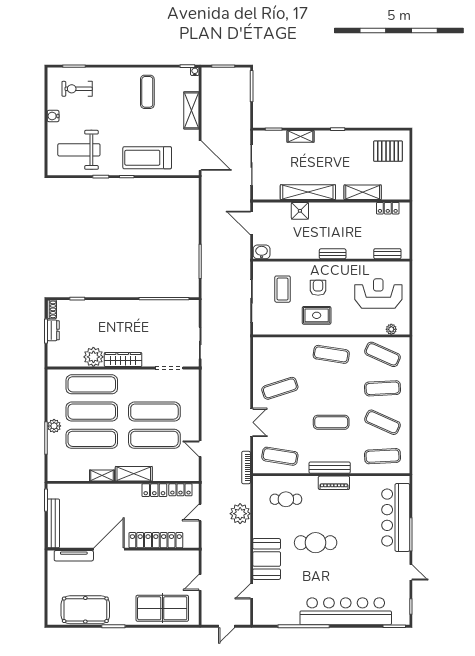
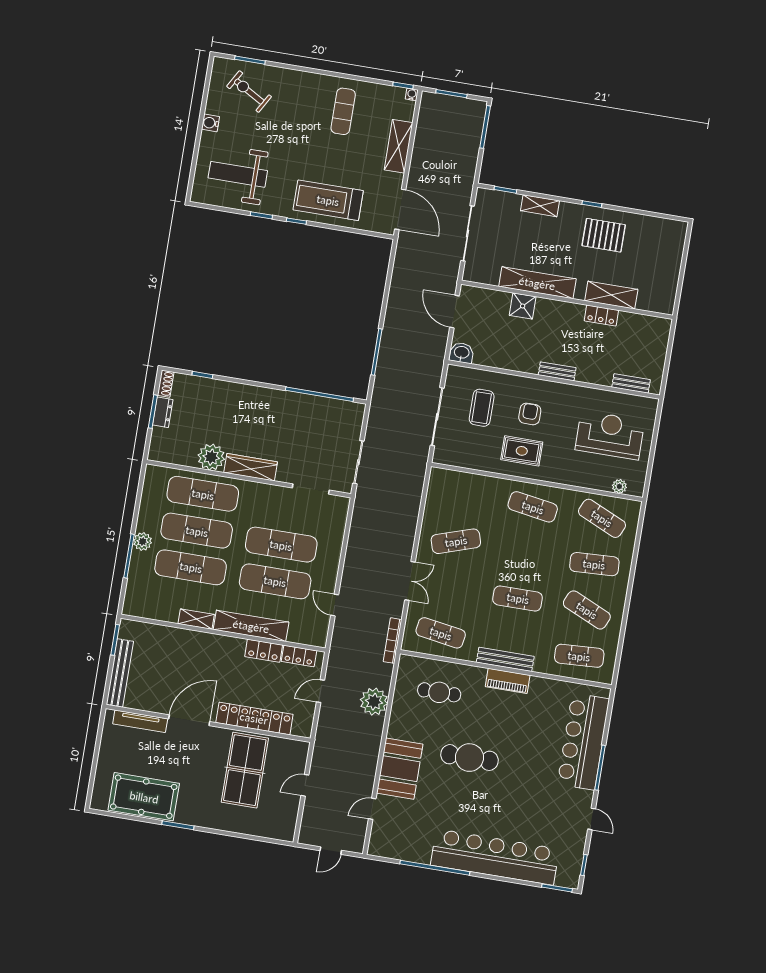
exercise bike: (77, 89) -> (249, 92), turned 30
pallet: (388, 151) -> (604, 235), moved
locker: (388, 208) -> (601, 315), moved
shelving: (134, 474) -> (251, 626), width x1.47
table tennis table: (162, 608) -> (245, 770), moved, turned 90

